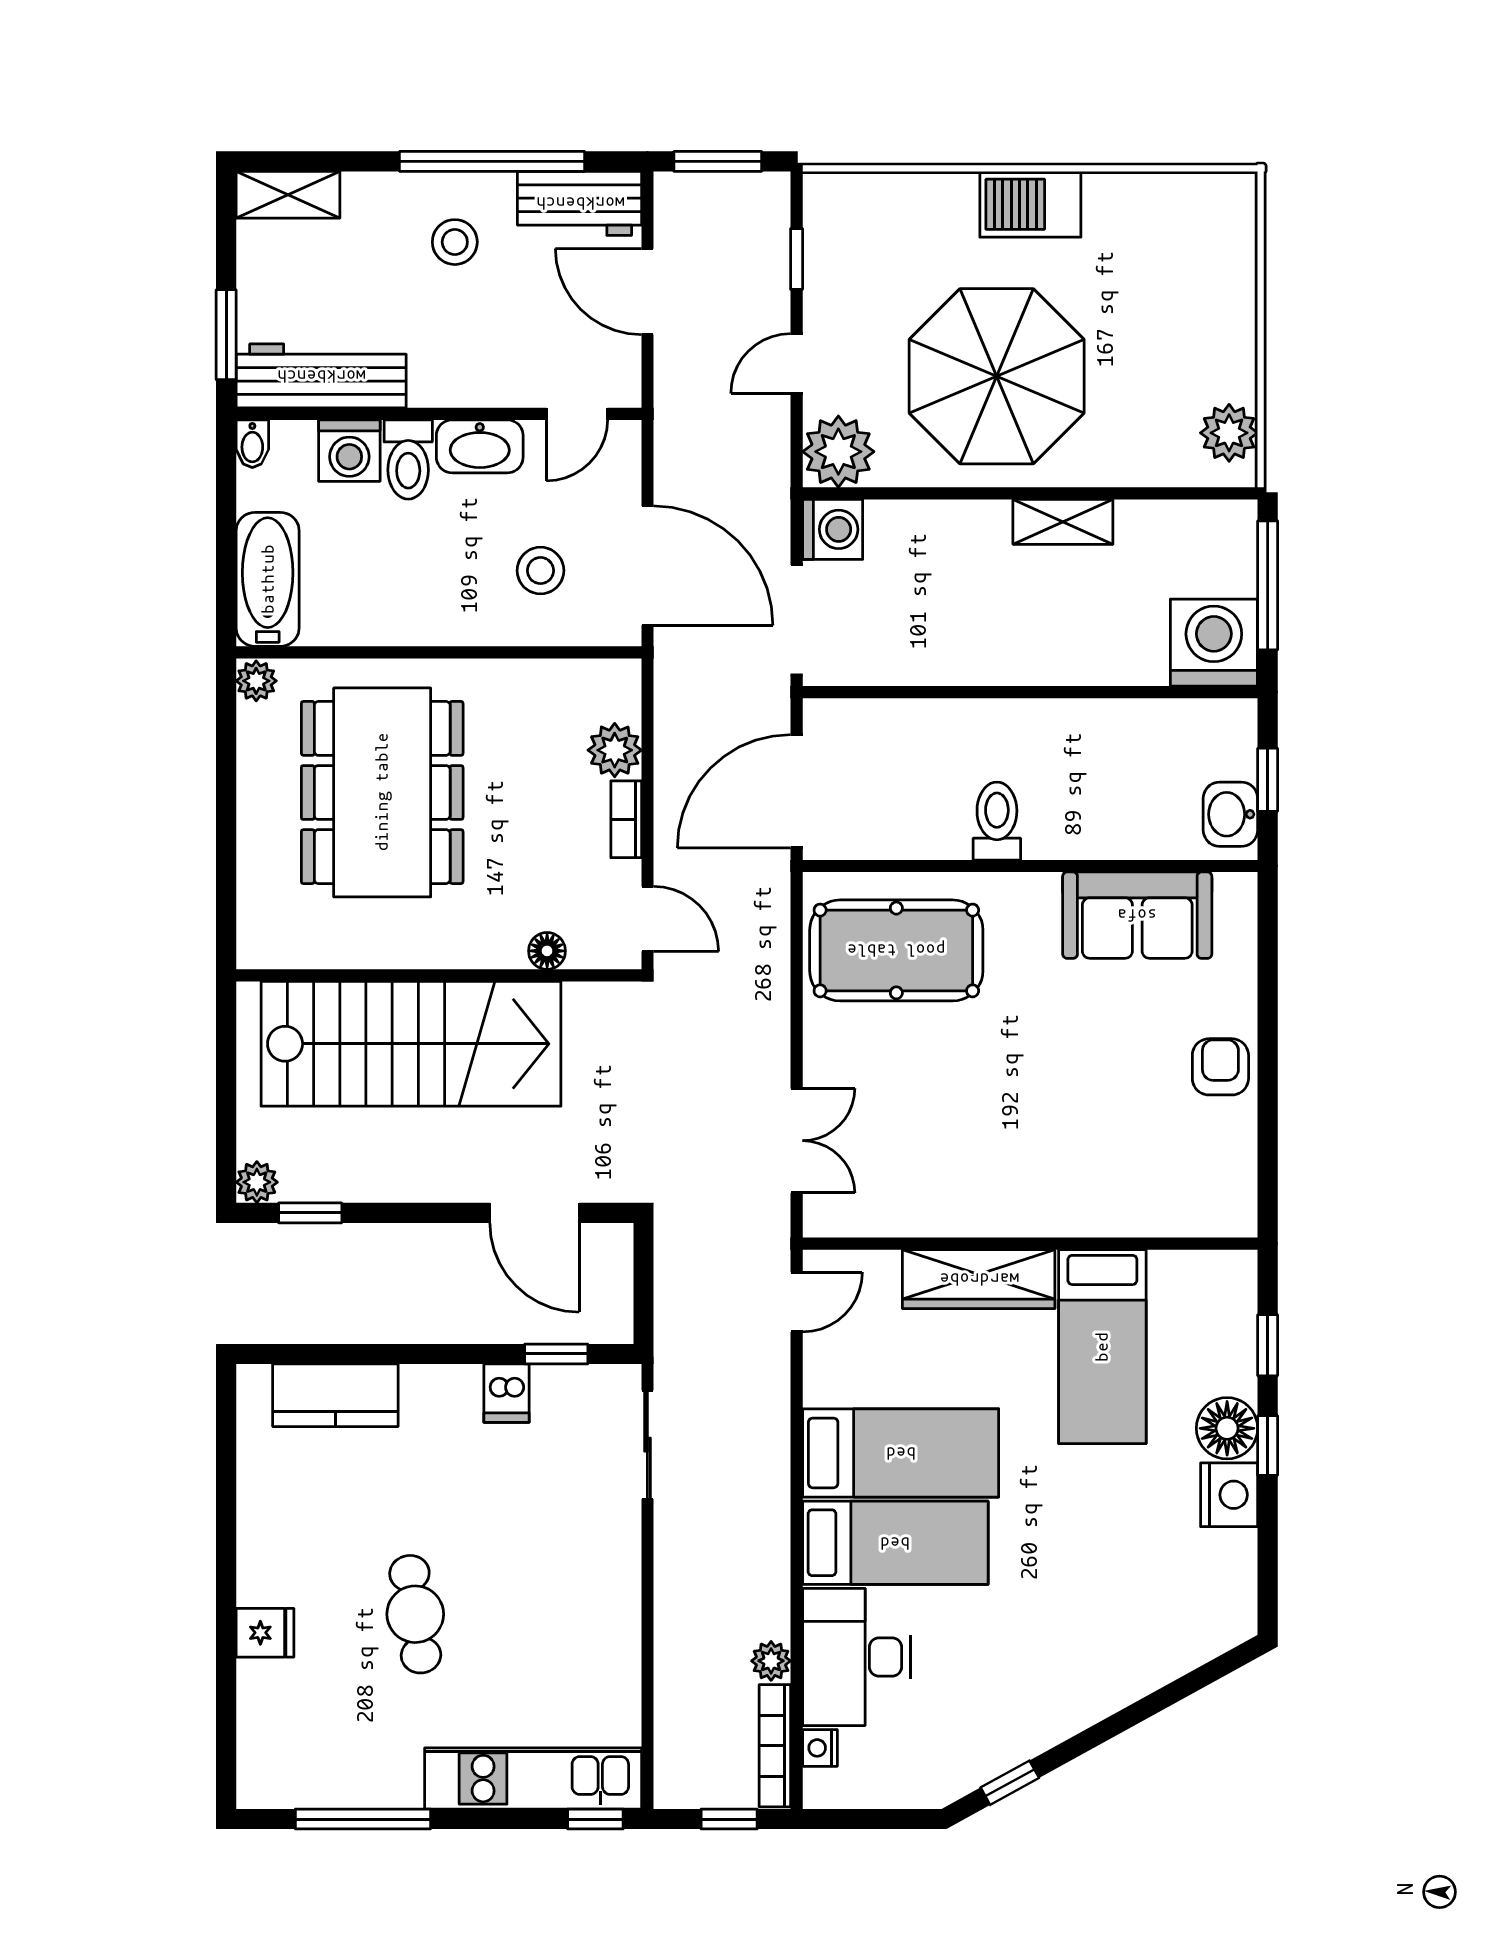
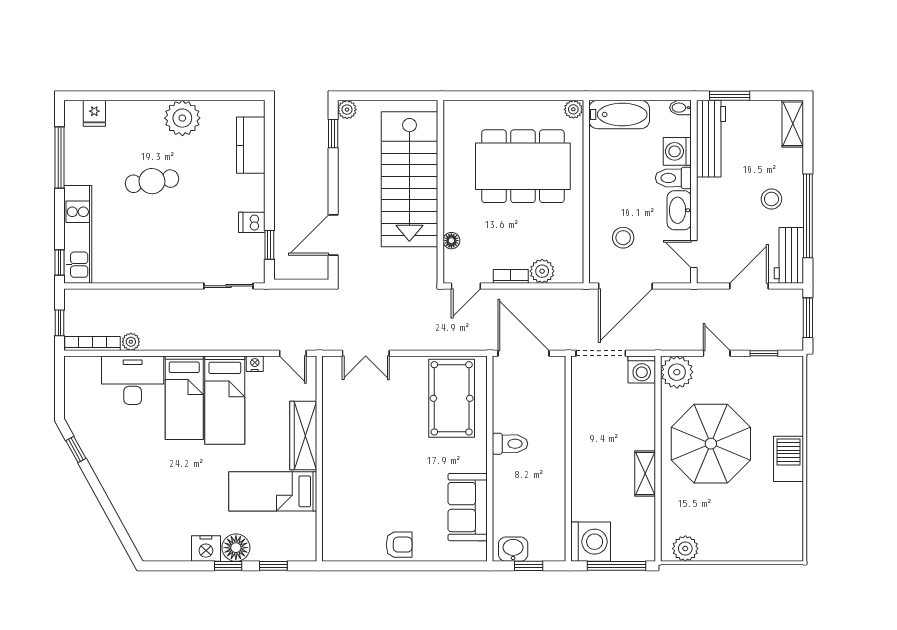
plant: (276, 1547) -> (182, 118), added
fridge: (265, 1633) -> (94, 113), moved
nightstand: (820, 1748) -> (255, 364), moved

